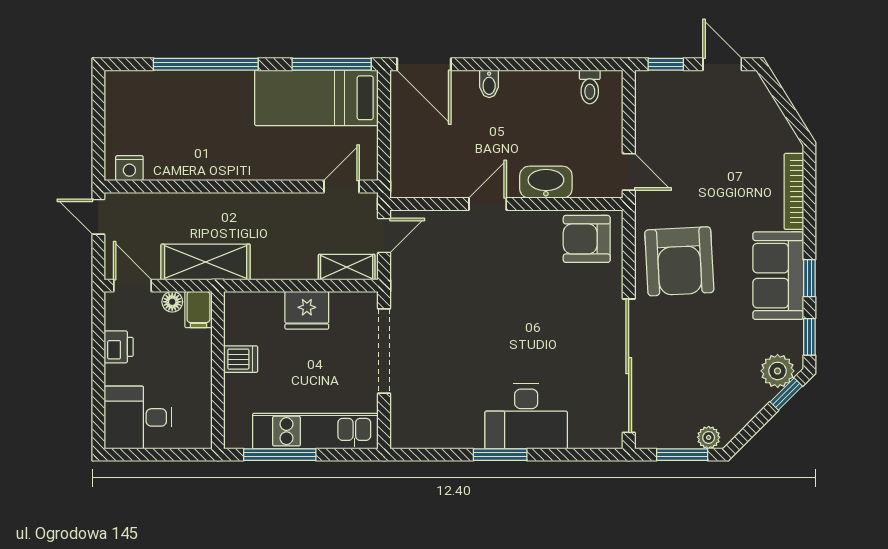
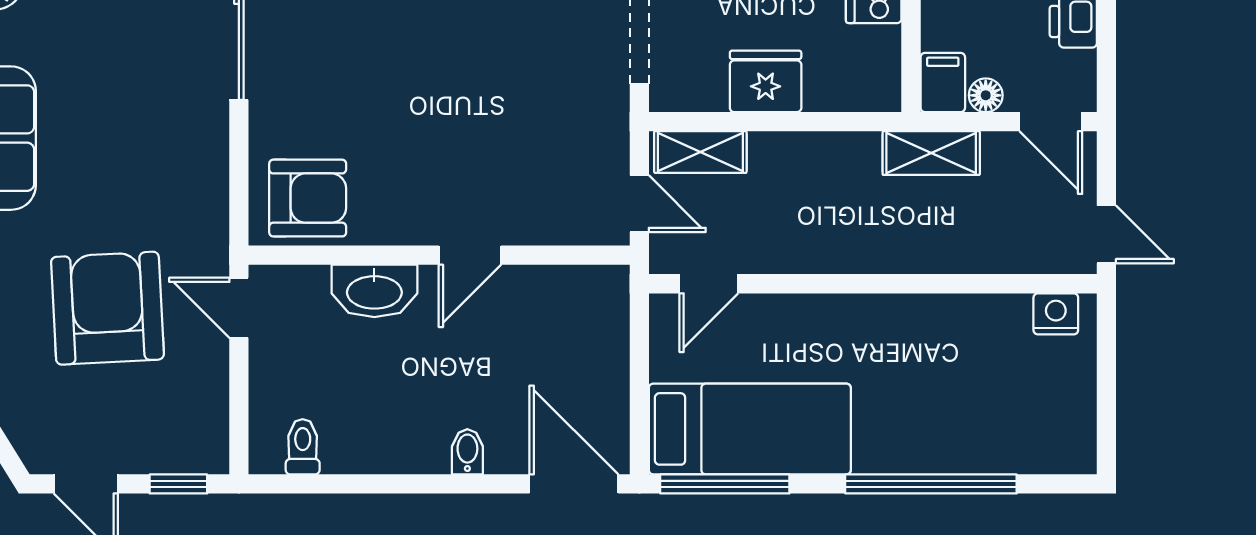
door: (384, 236) -> (639, 204), swing flipped
armchair: (679, 261) -> (107, 308), moved
shelving: (206, 262) -> (931, 153), width x0.67, depth x0.75

